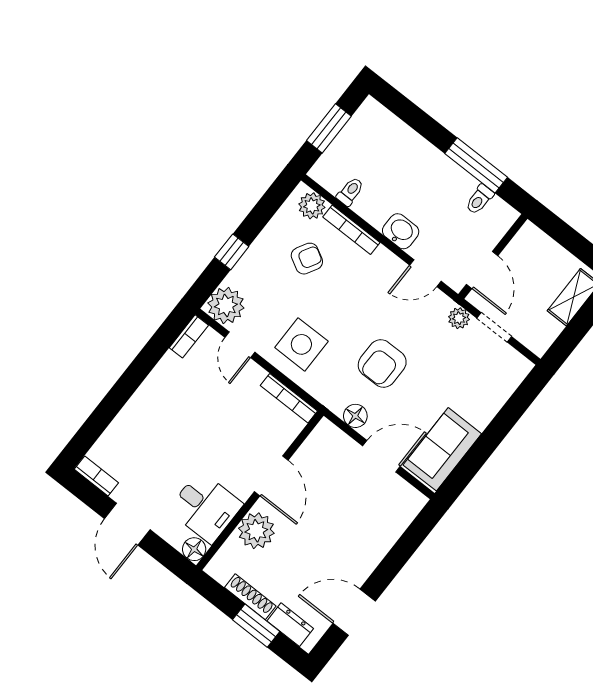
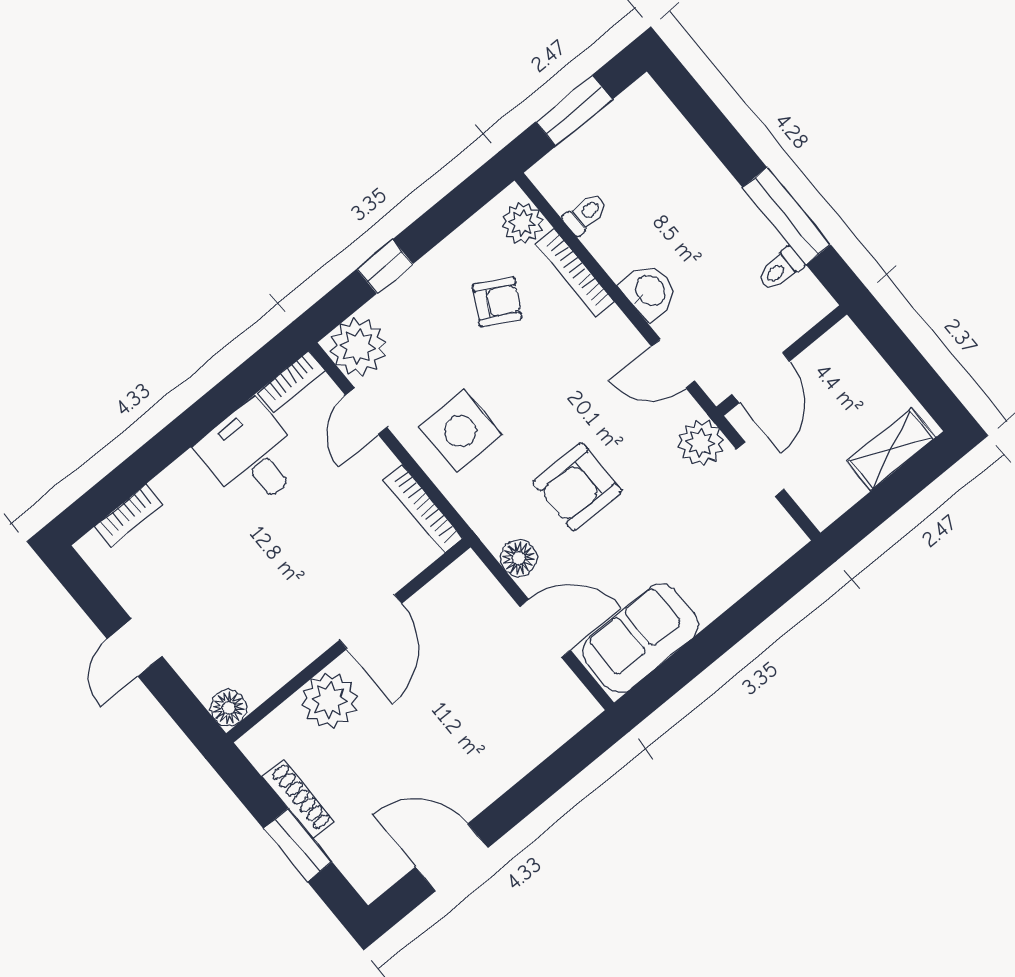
plant: (459, 318) -> (701, 443), width x1.38, depth x1.38
bookcase: (96, 476) -> (129, 516), moved, turned 90
desk: (206, 507) -> (251, 455), moved, turned 180
door: (127, 524) -> (135, 647), width x0.73
dresser: (290, 625) -> (350, 855), removed

